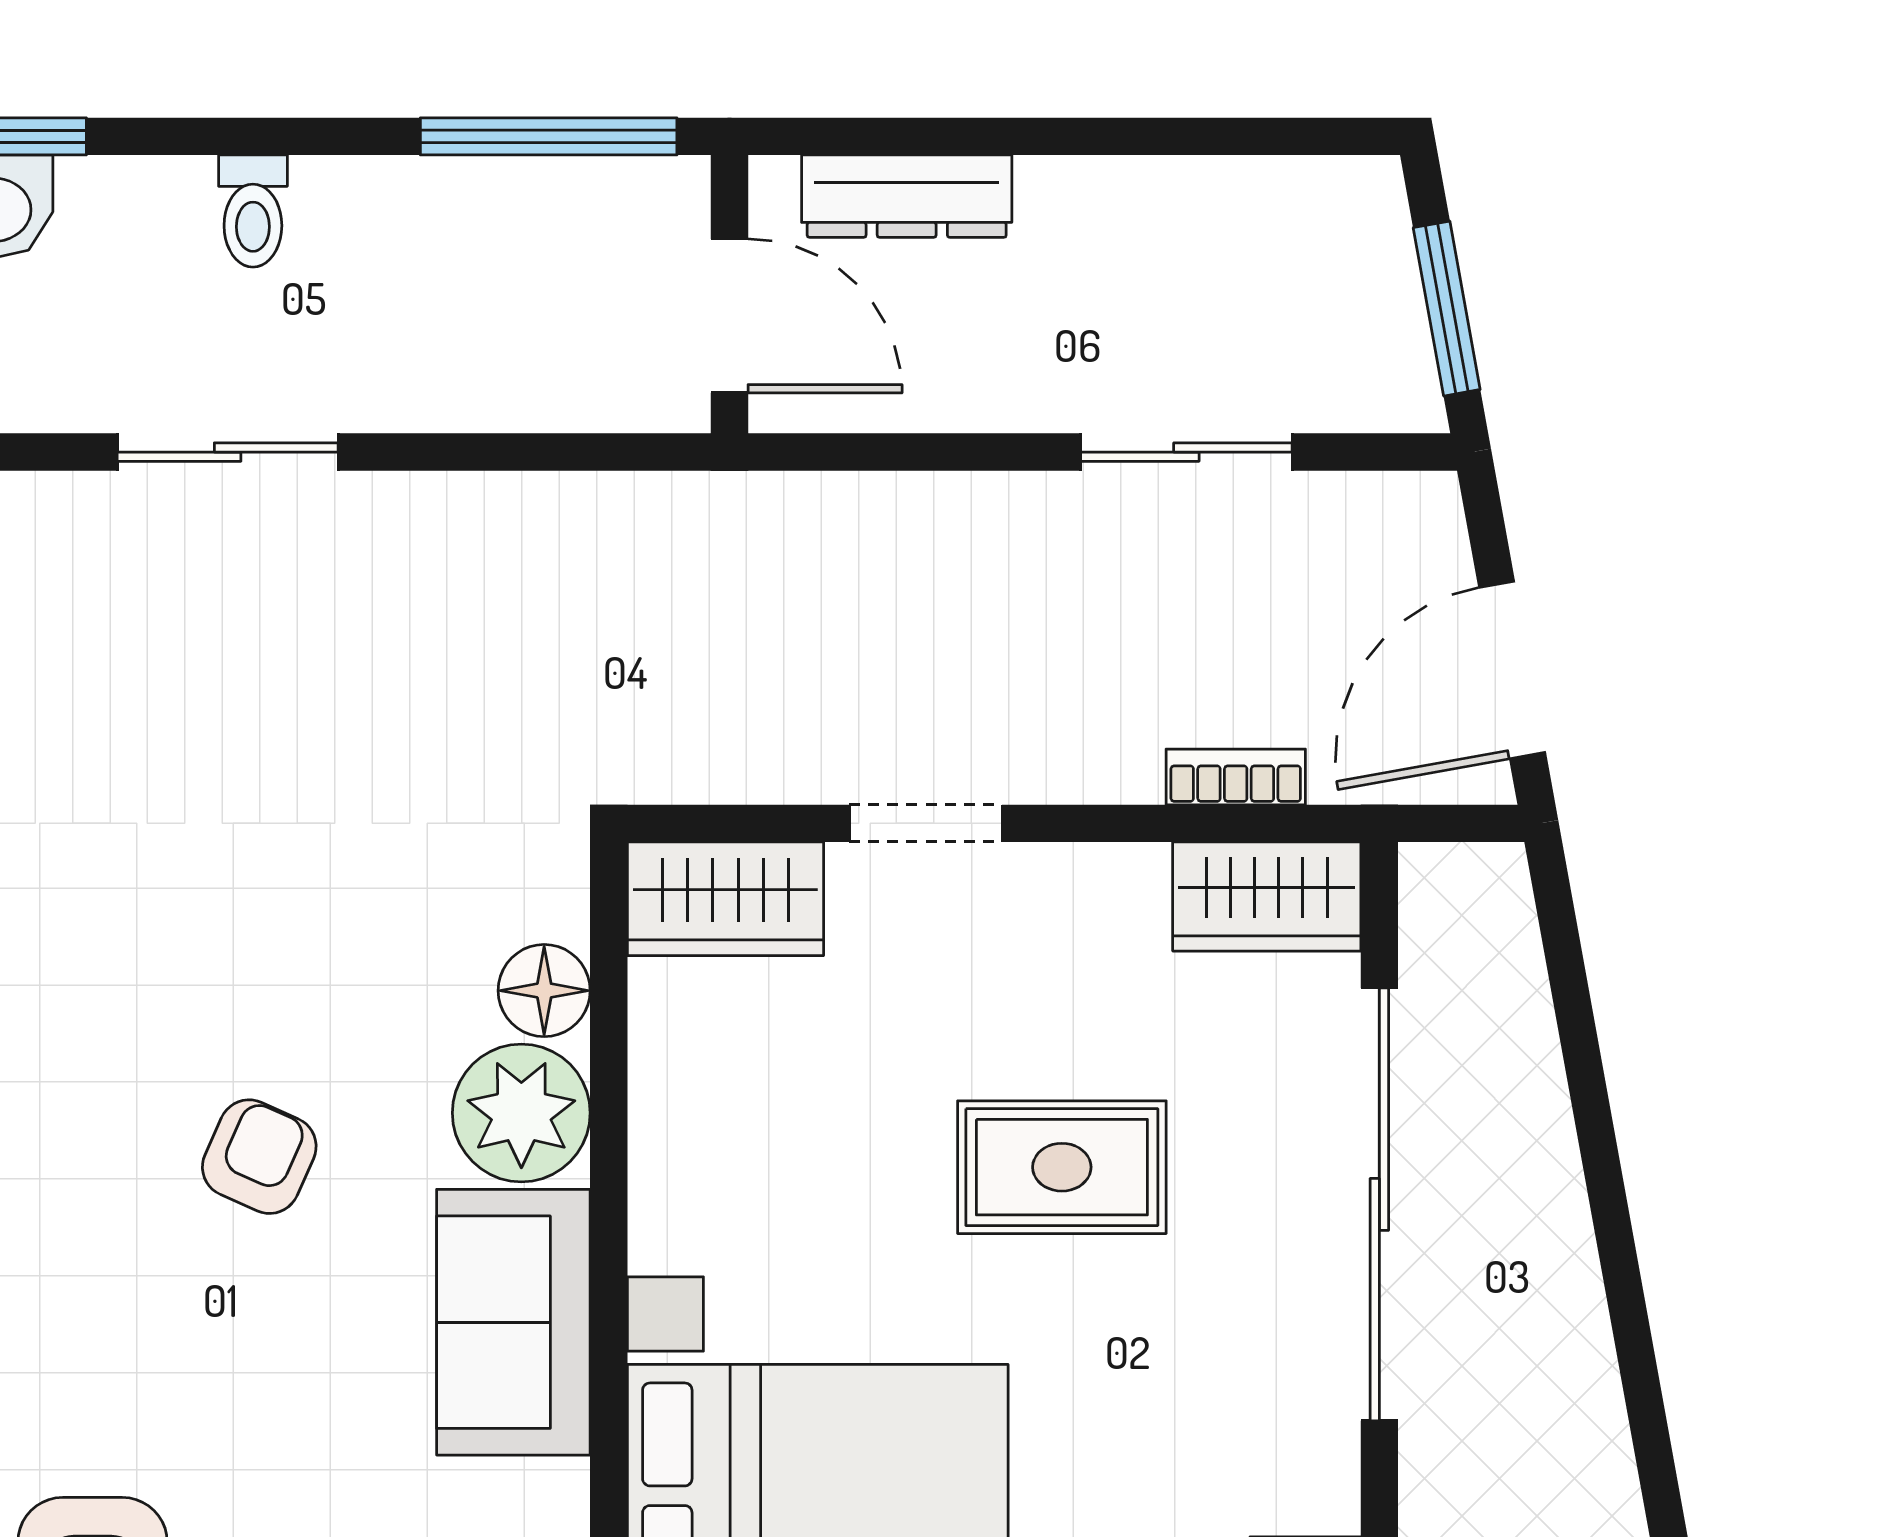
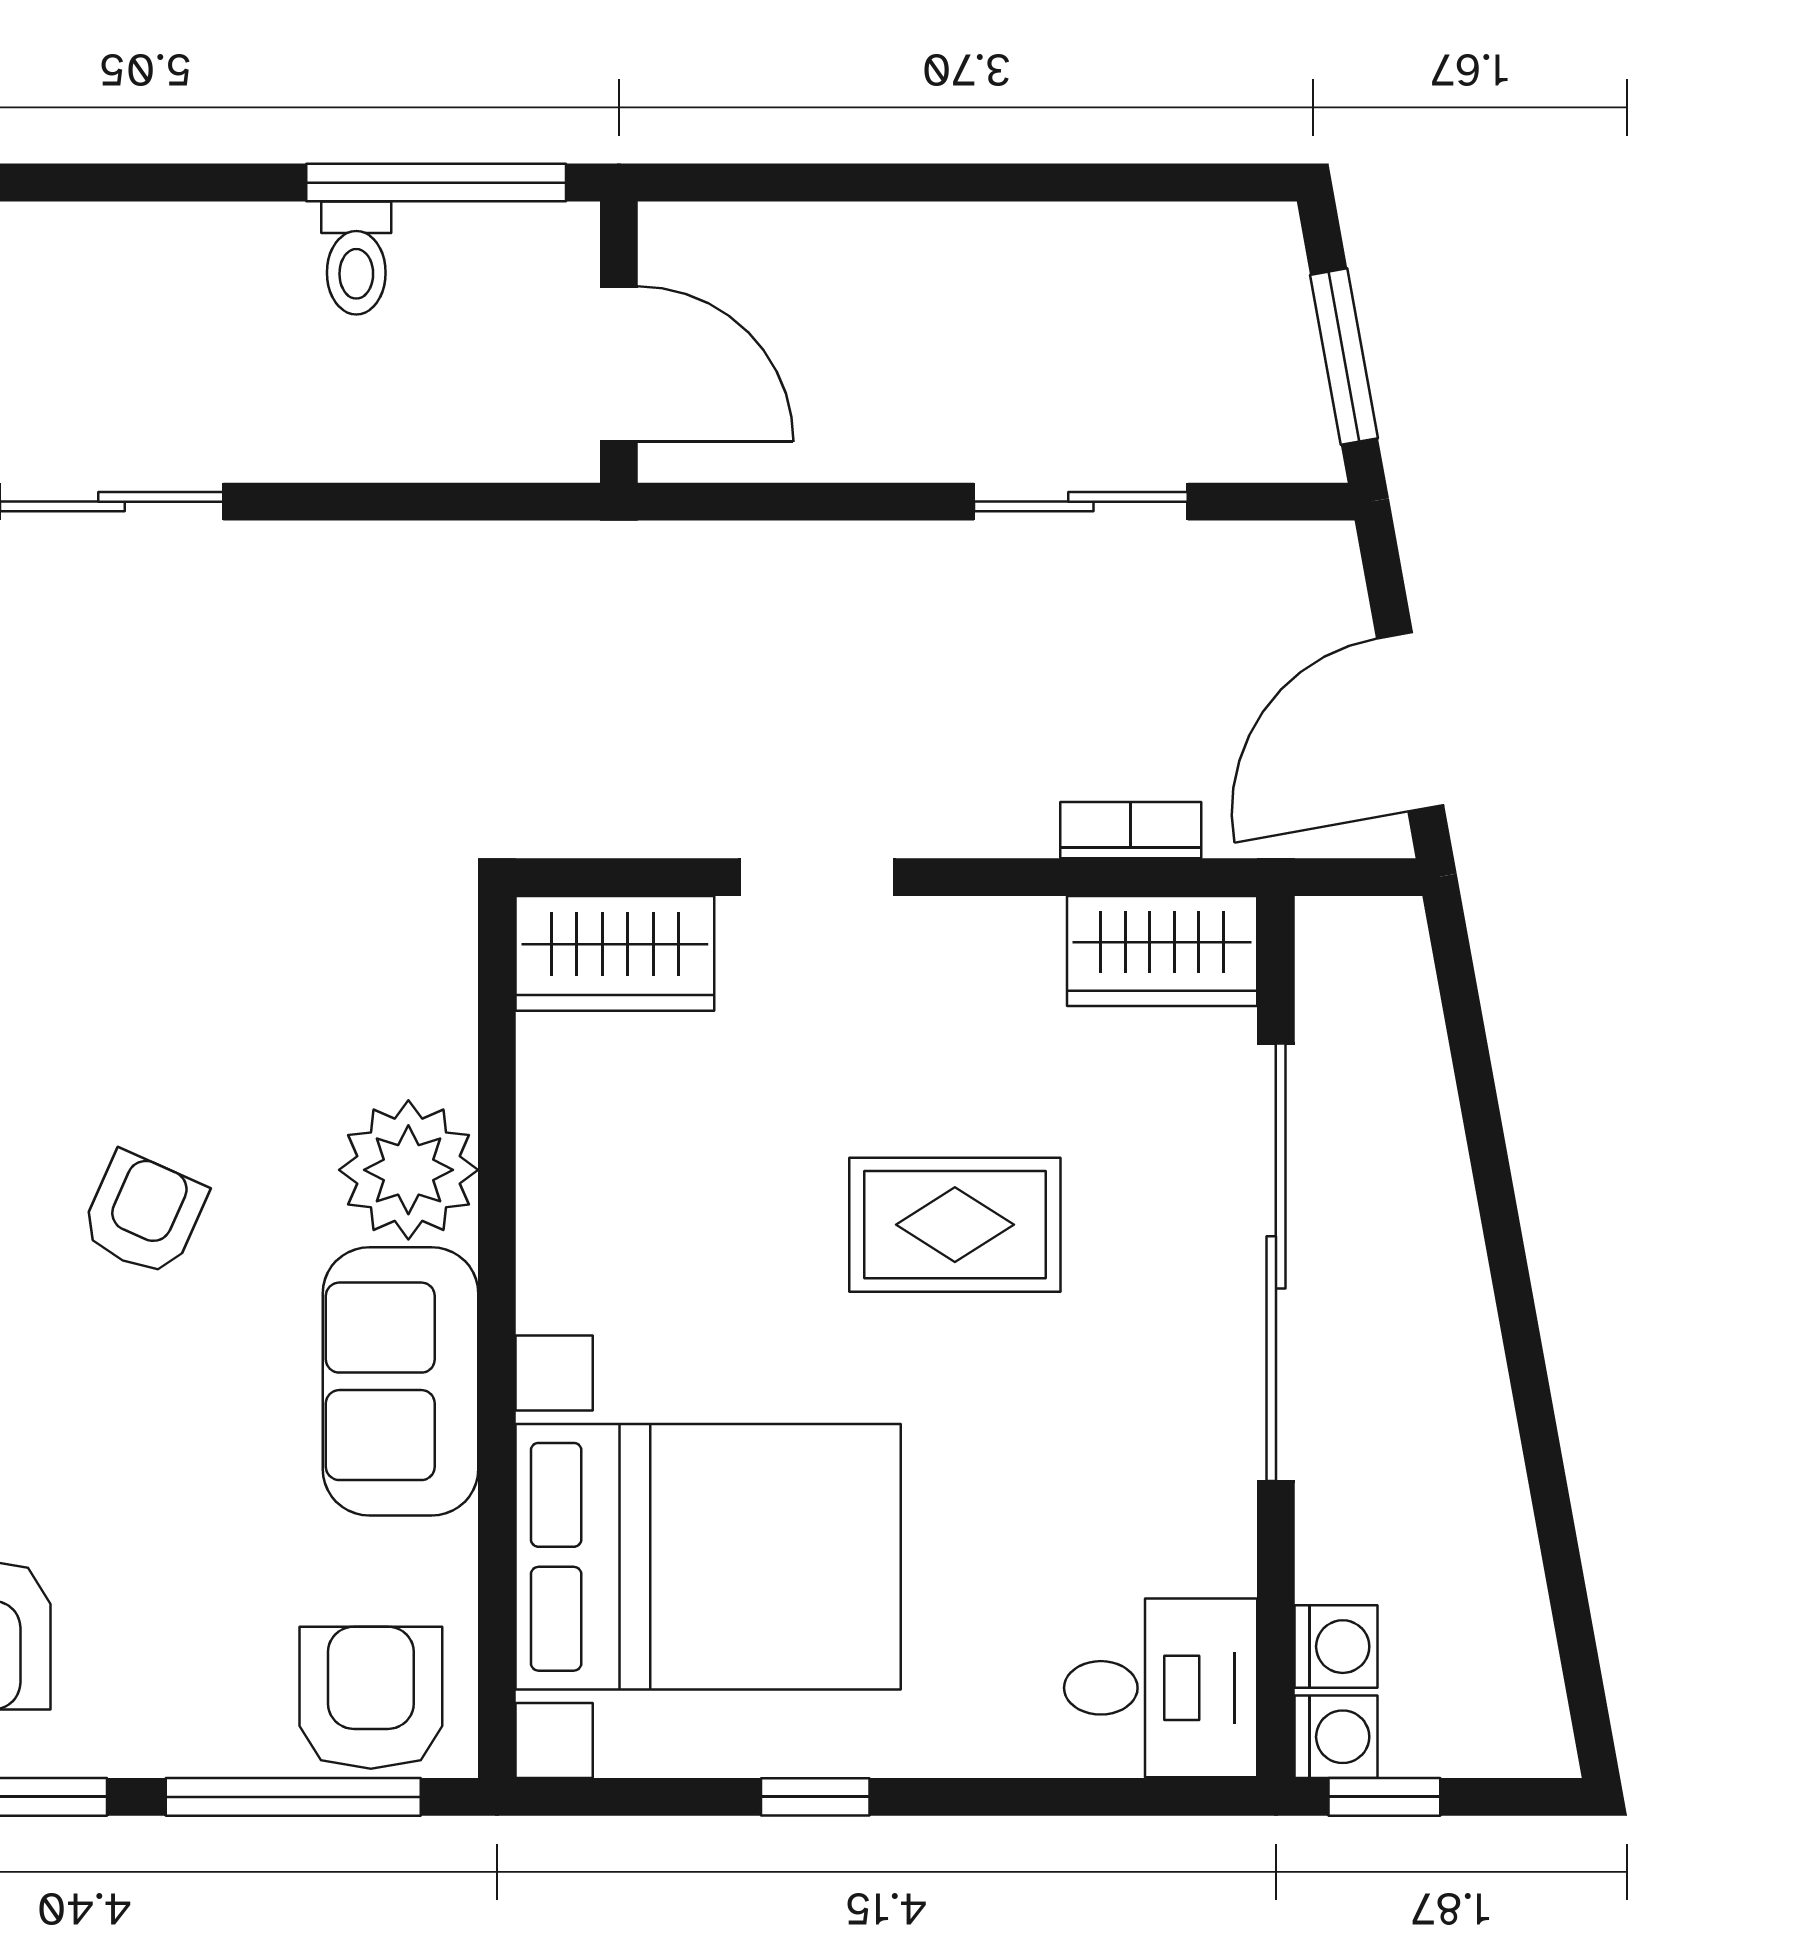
dresser: (907, 196) -> (798, 243), removed
toilet: (253, 211) -> (356, 258), moved
floor lamp: (544, 991) -> (432, 1046), removed

